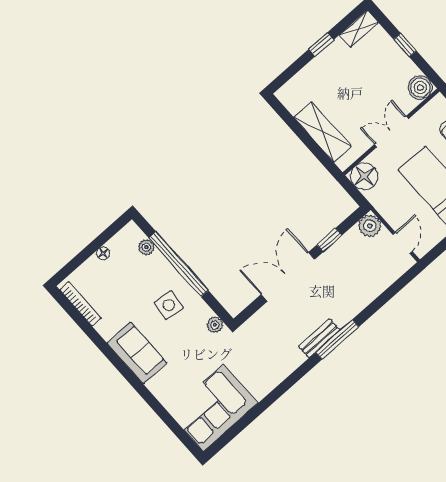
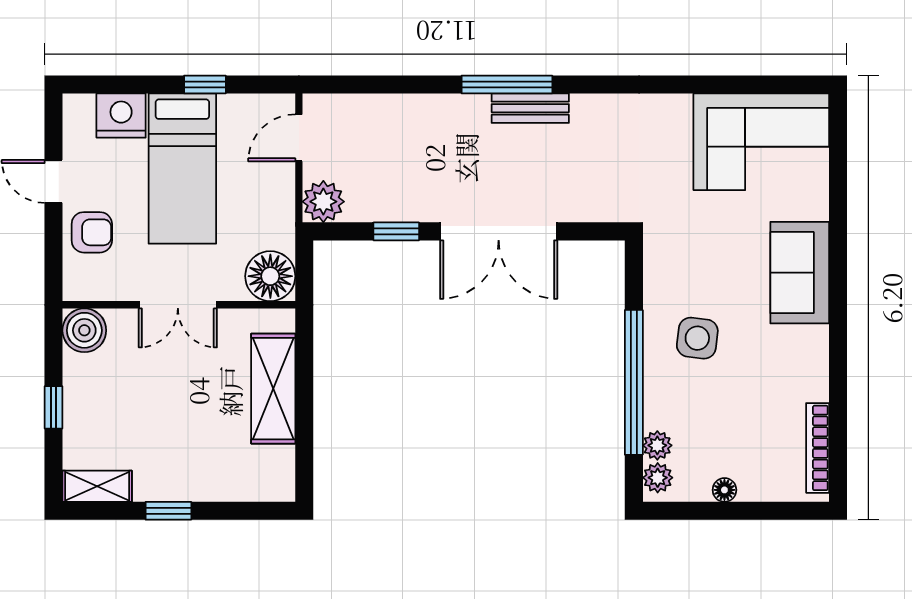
plant: (215, 325) -> (658, 478), moved
sofa: (137, 353) -> (800, 273), moved

